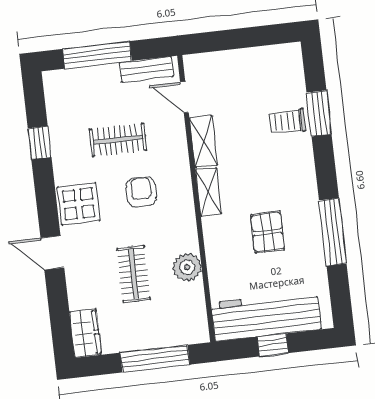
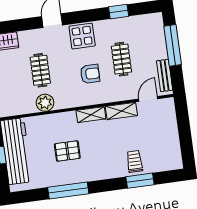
clothes rail: (134, 274) -> (40, 70), turned 90

